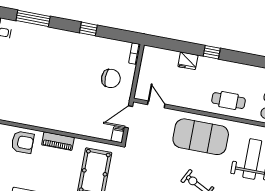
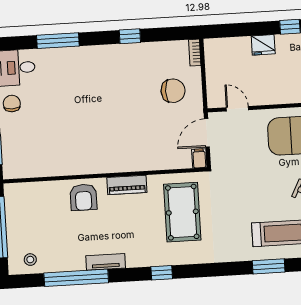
armchair: (23, 142) -> (83, 197), turned 90

